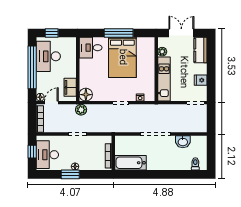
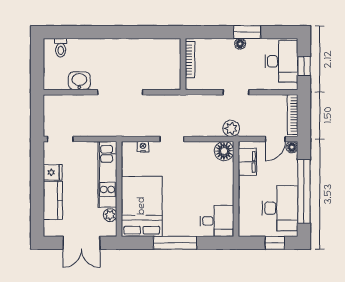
kitchen counter: (201, 50) -> (53, 201), moved
bed: (122, 57) -> (142, 206), moved
bathtub: (131, 163) -> (157, 49), removed

